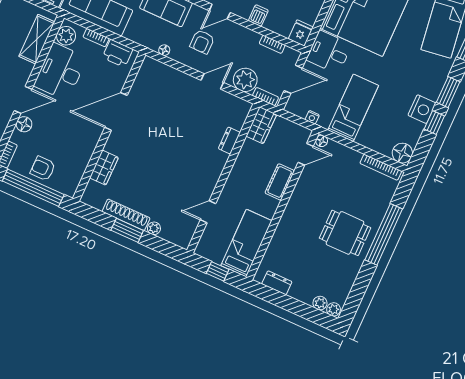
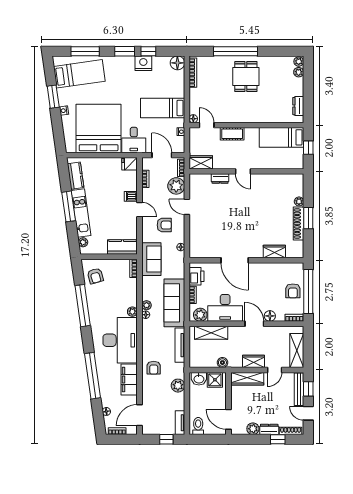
door: (220, 12) -> (140, 210), moved
door: (208, 212) -> (243, 171), moved

